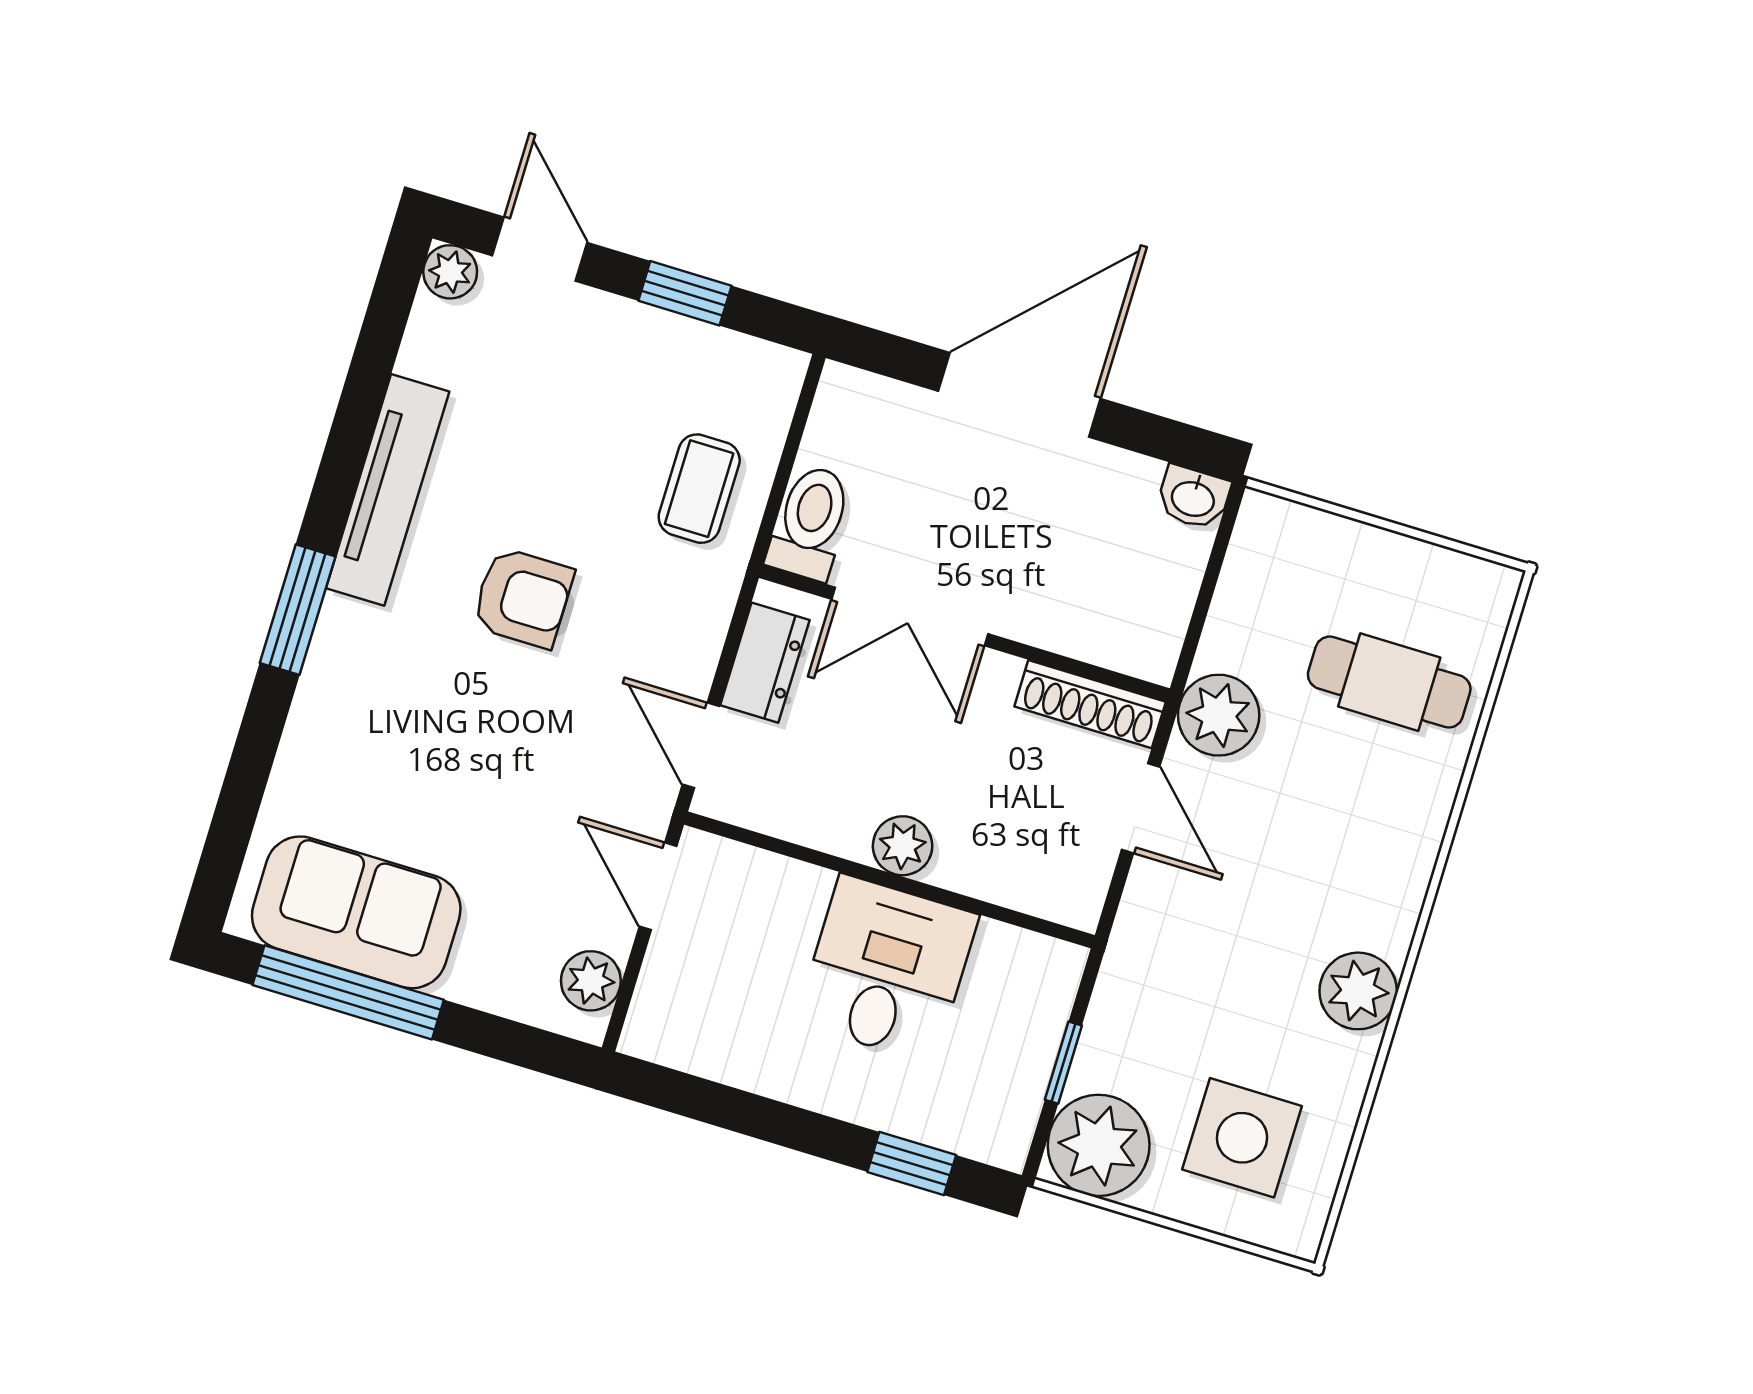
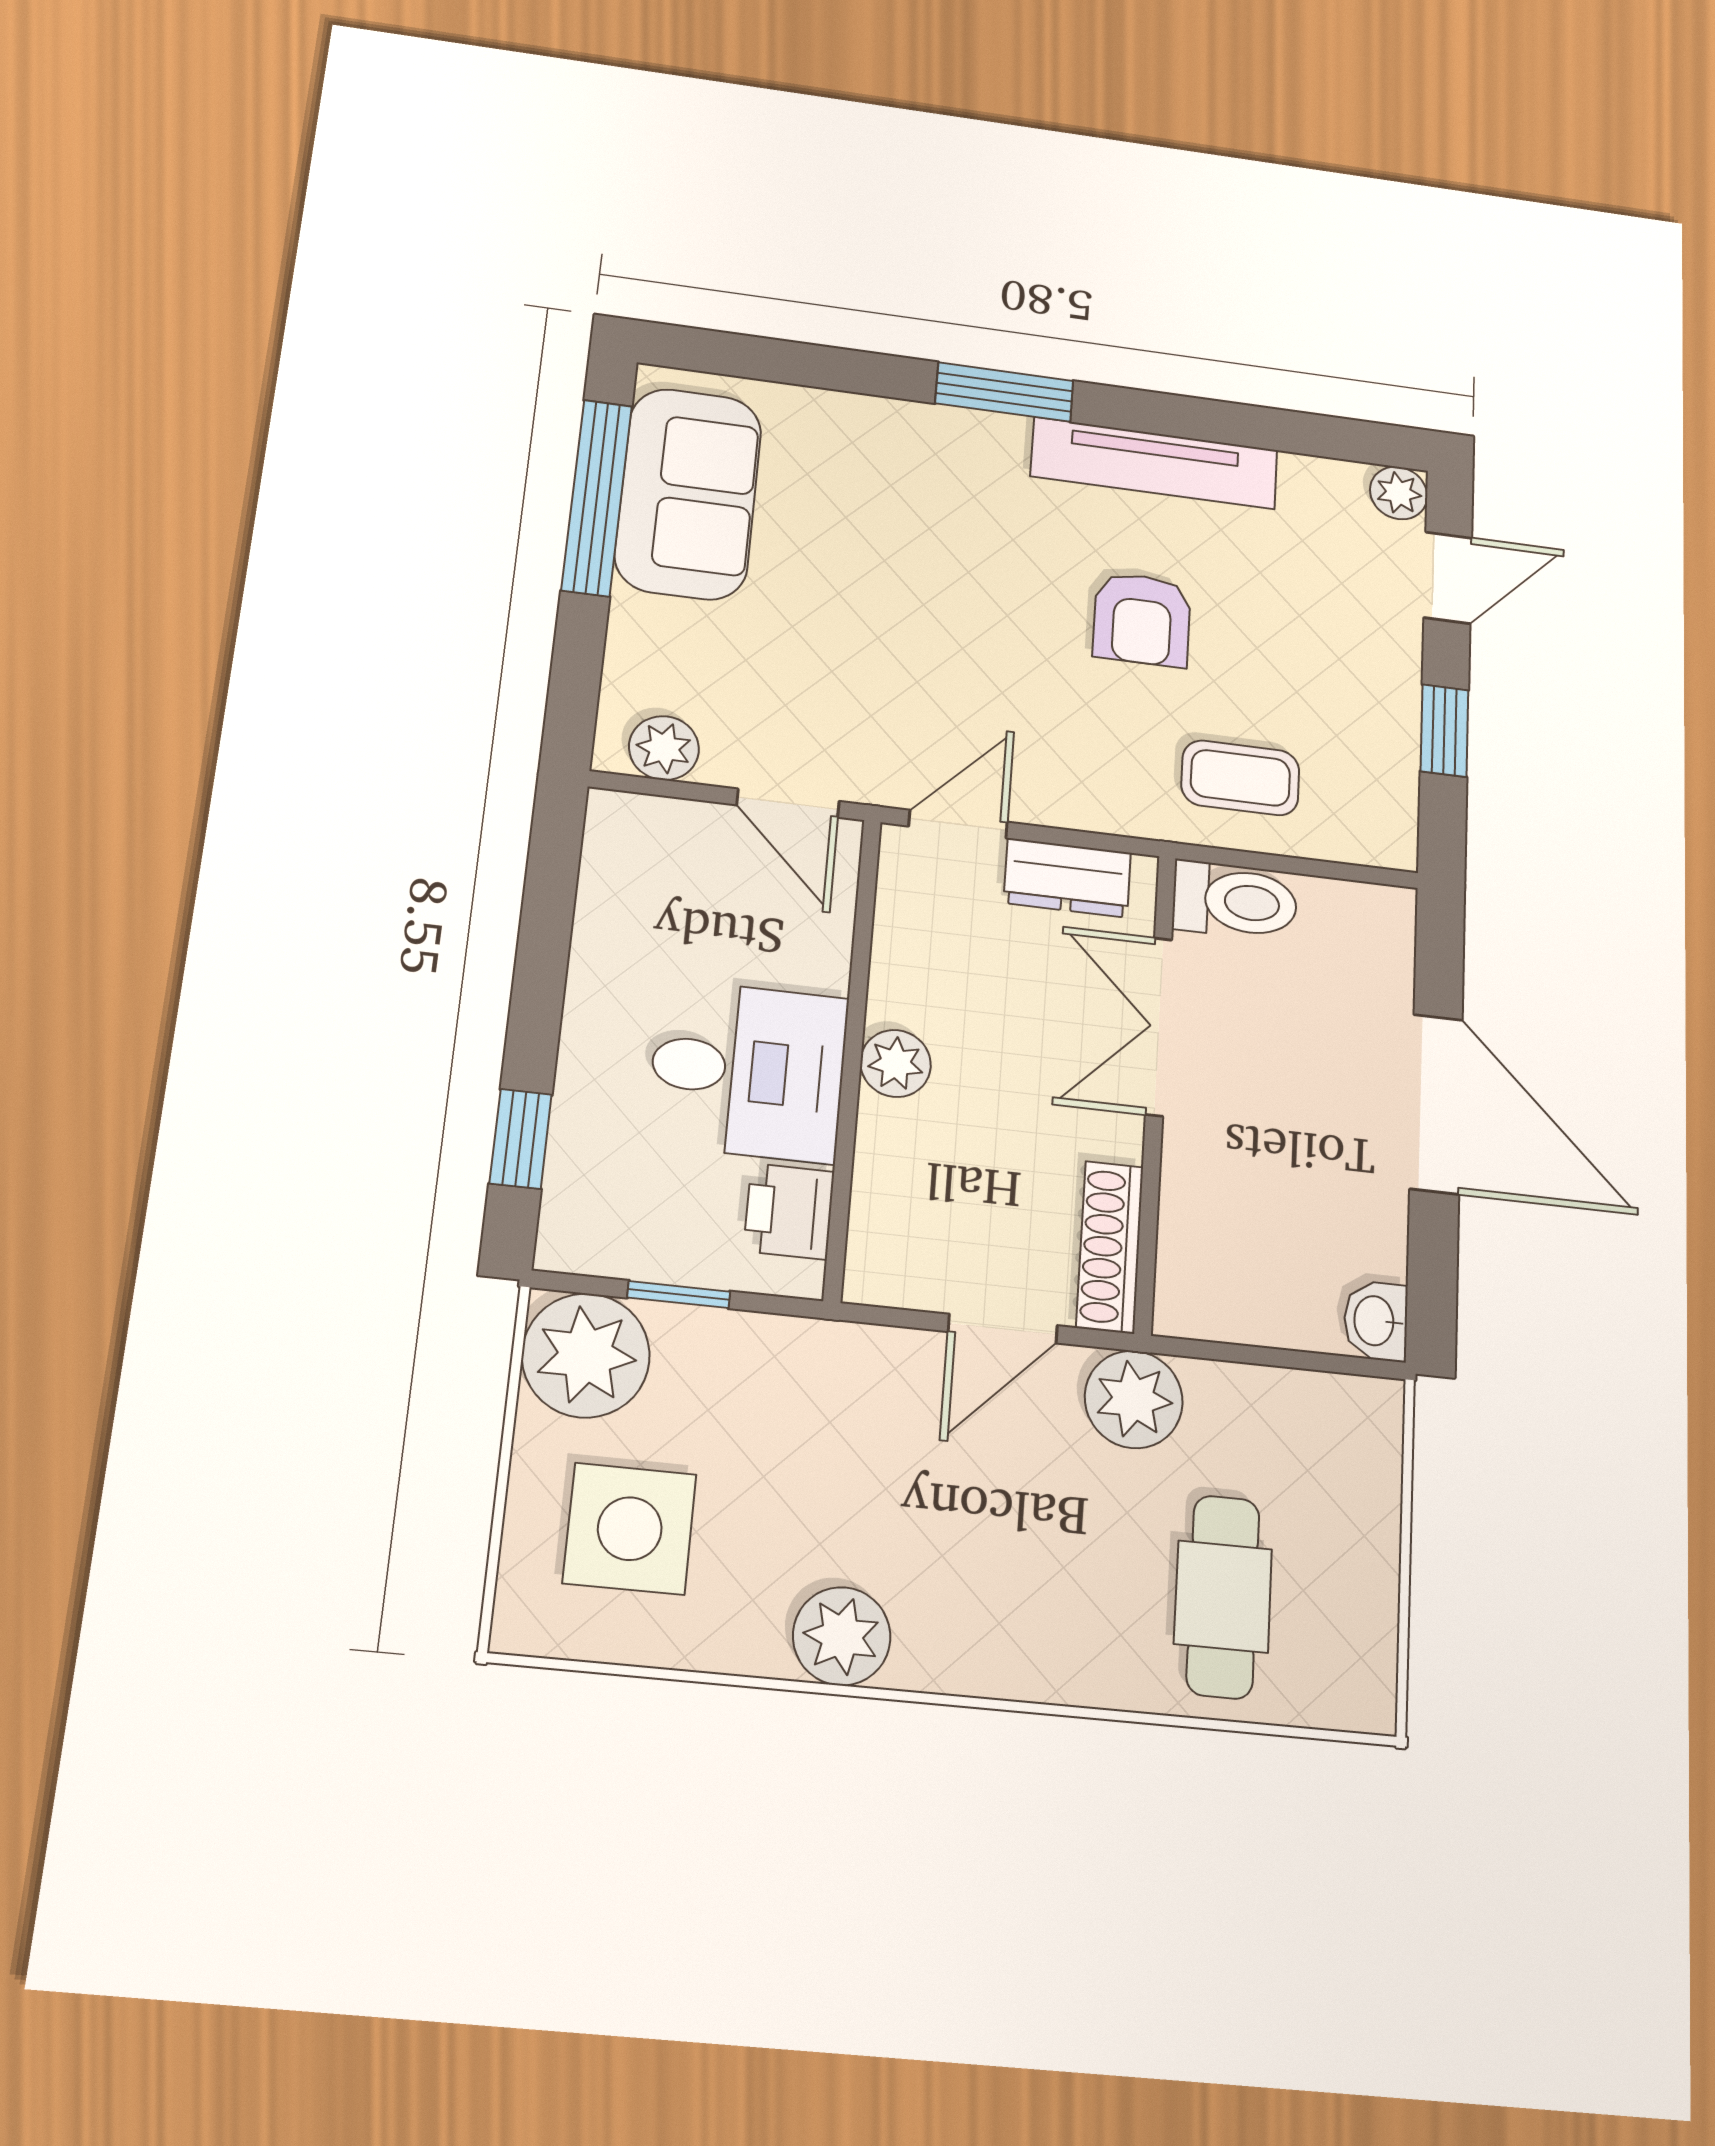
armchair: (523, 598) -> (1142, 619), moved
door: (658, 886) -> (788, 803), swing flipped
printer: (1011, 960) -> (789, 1211), added

